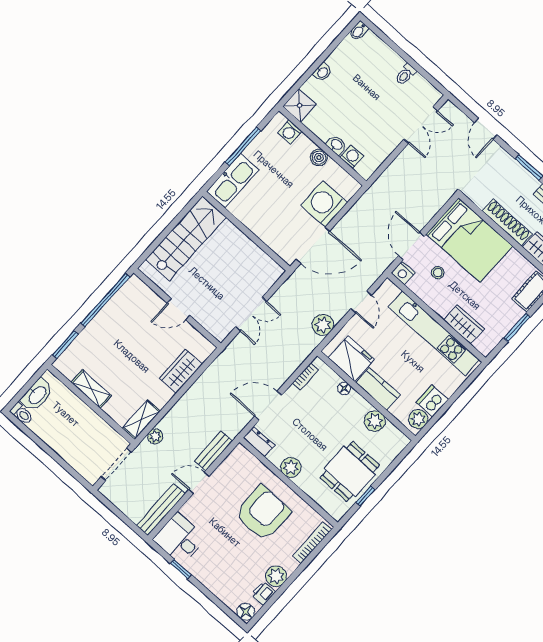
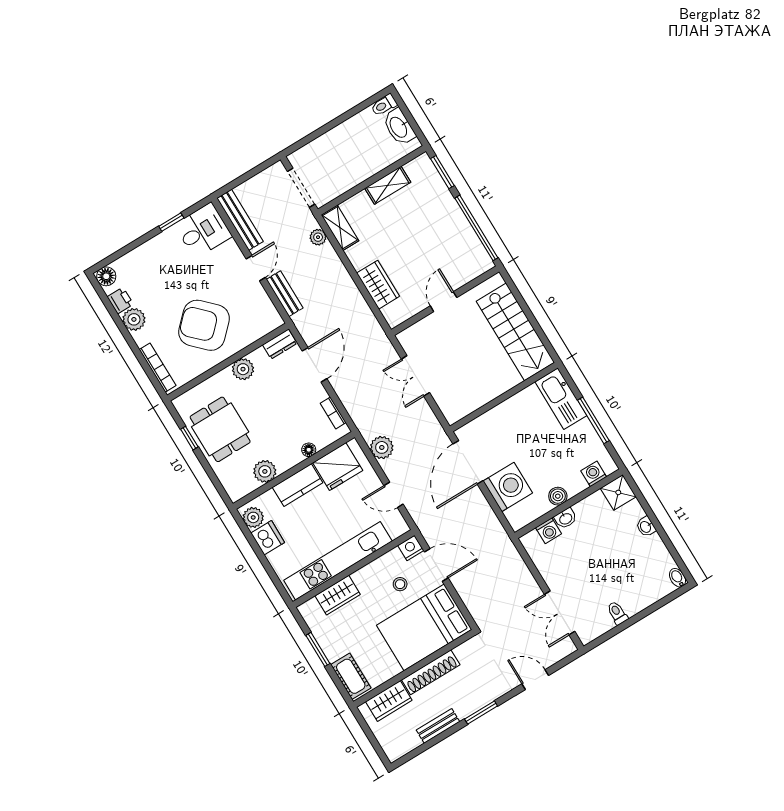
armchair: (263, 513) -> (204, 325), turned 135

